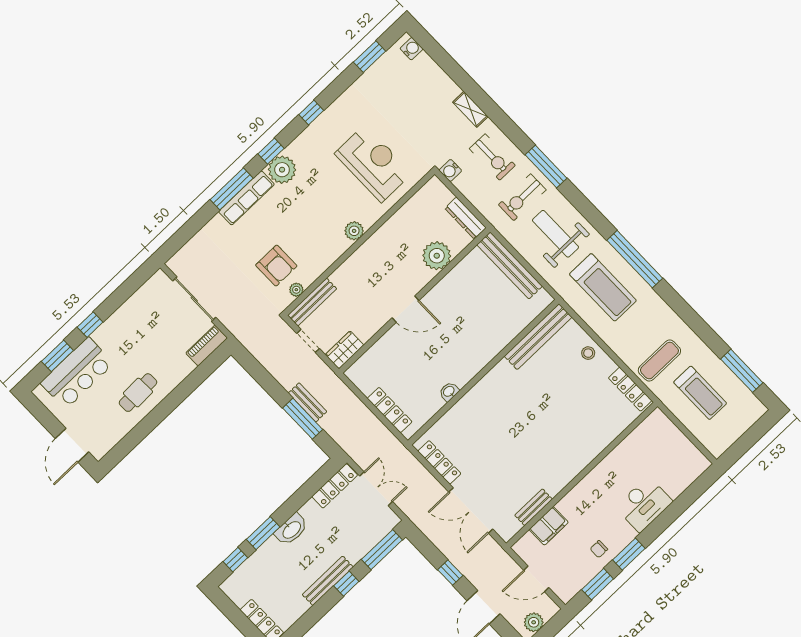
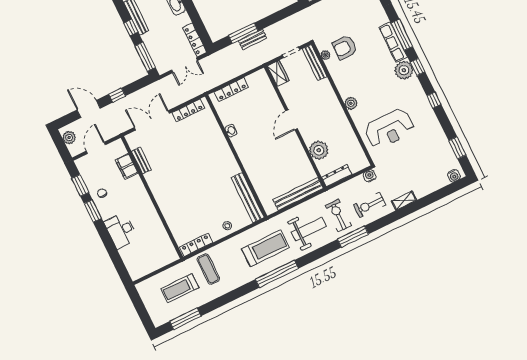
treadmill: (603, 287) -> (266, 248), turned 180

